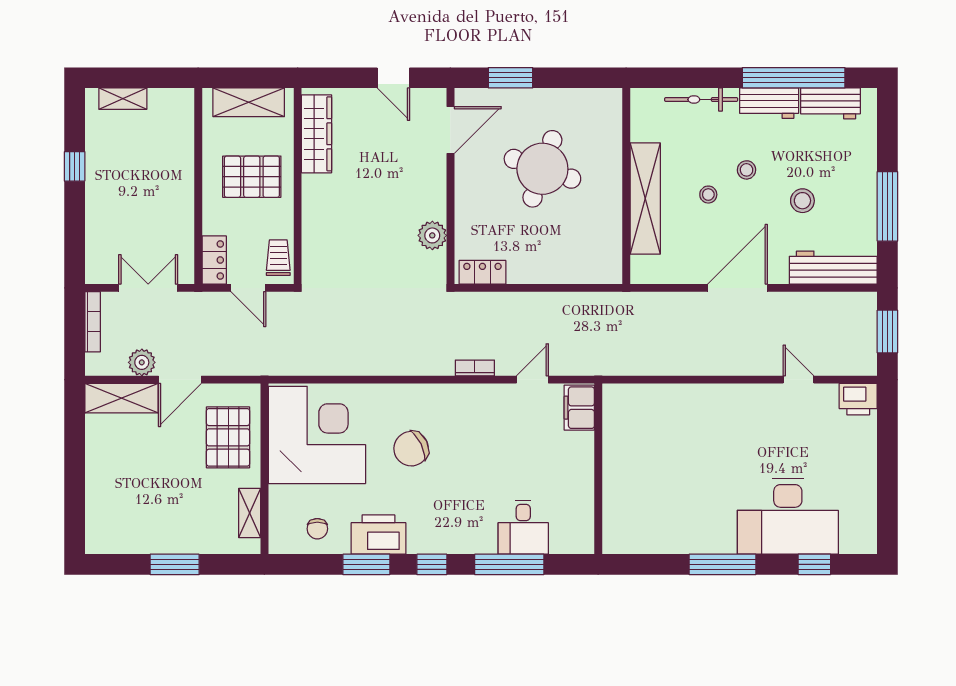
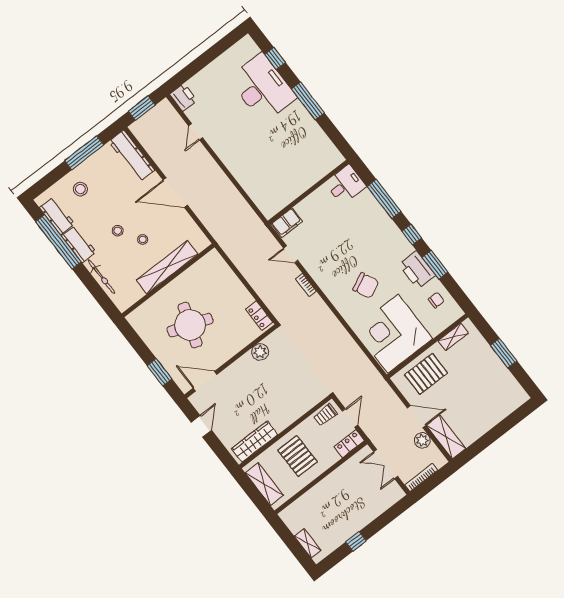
stool: (802, 201) -> (80, 189), moved
desk: (523, 527) -> (345, 185), moved

